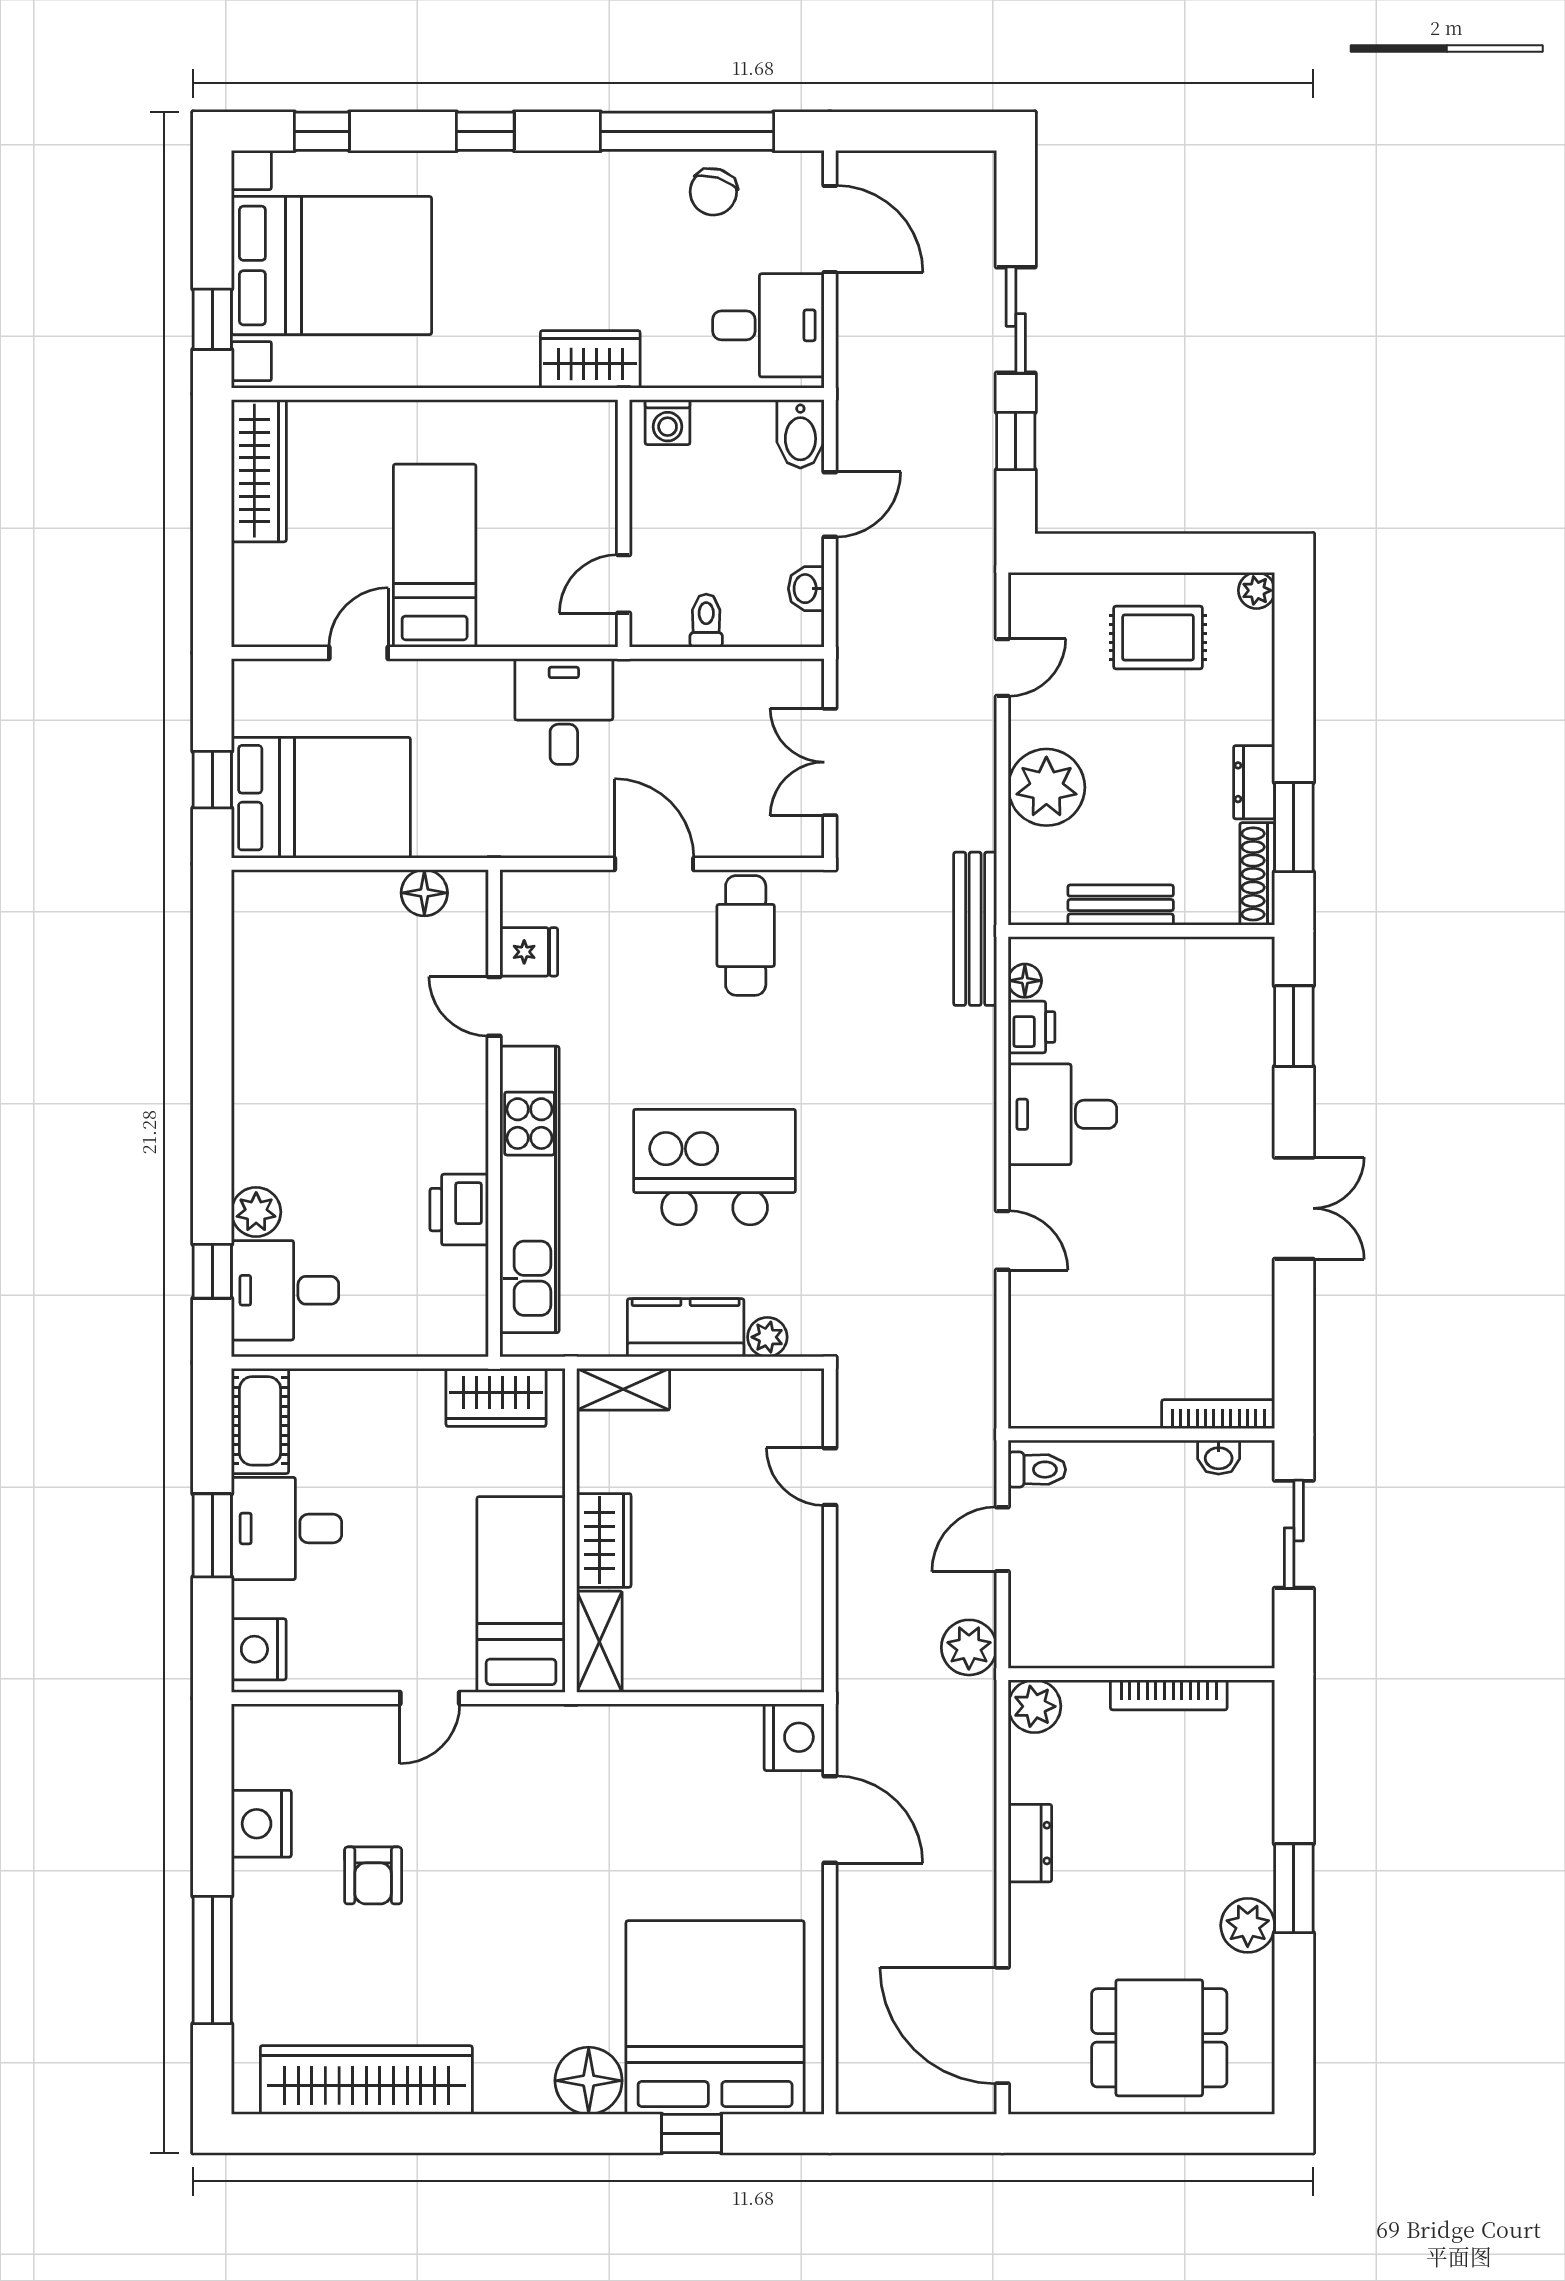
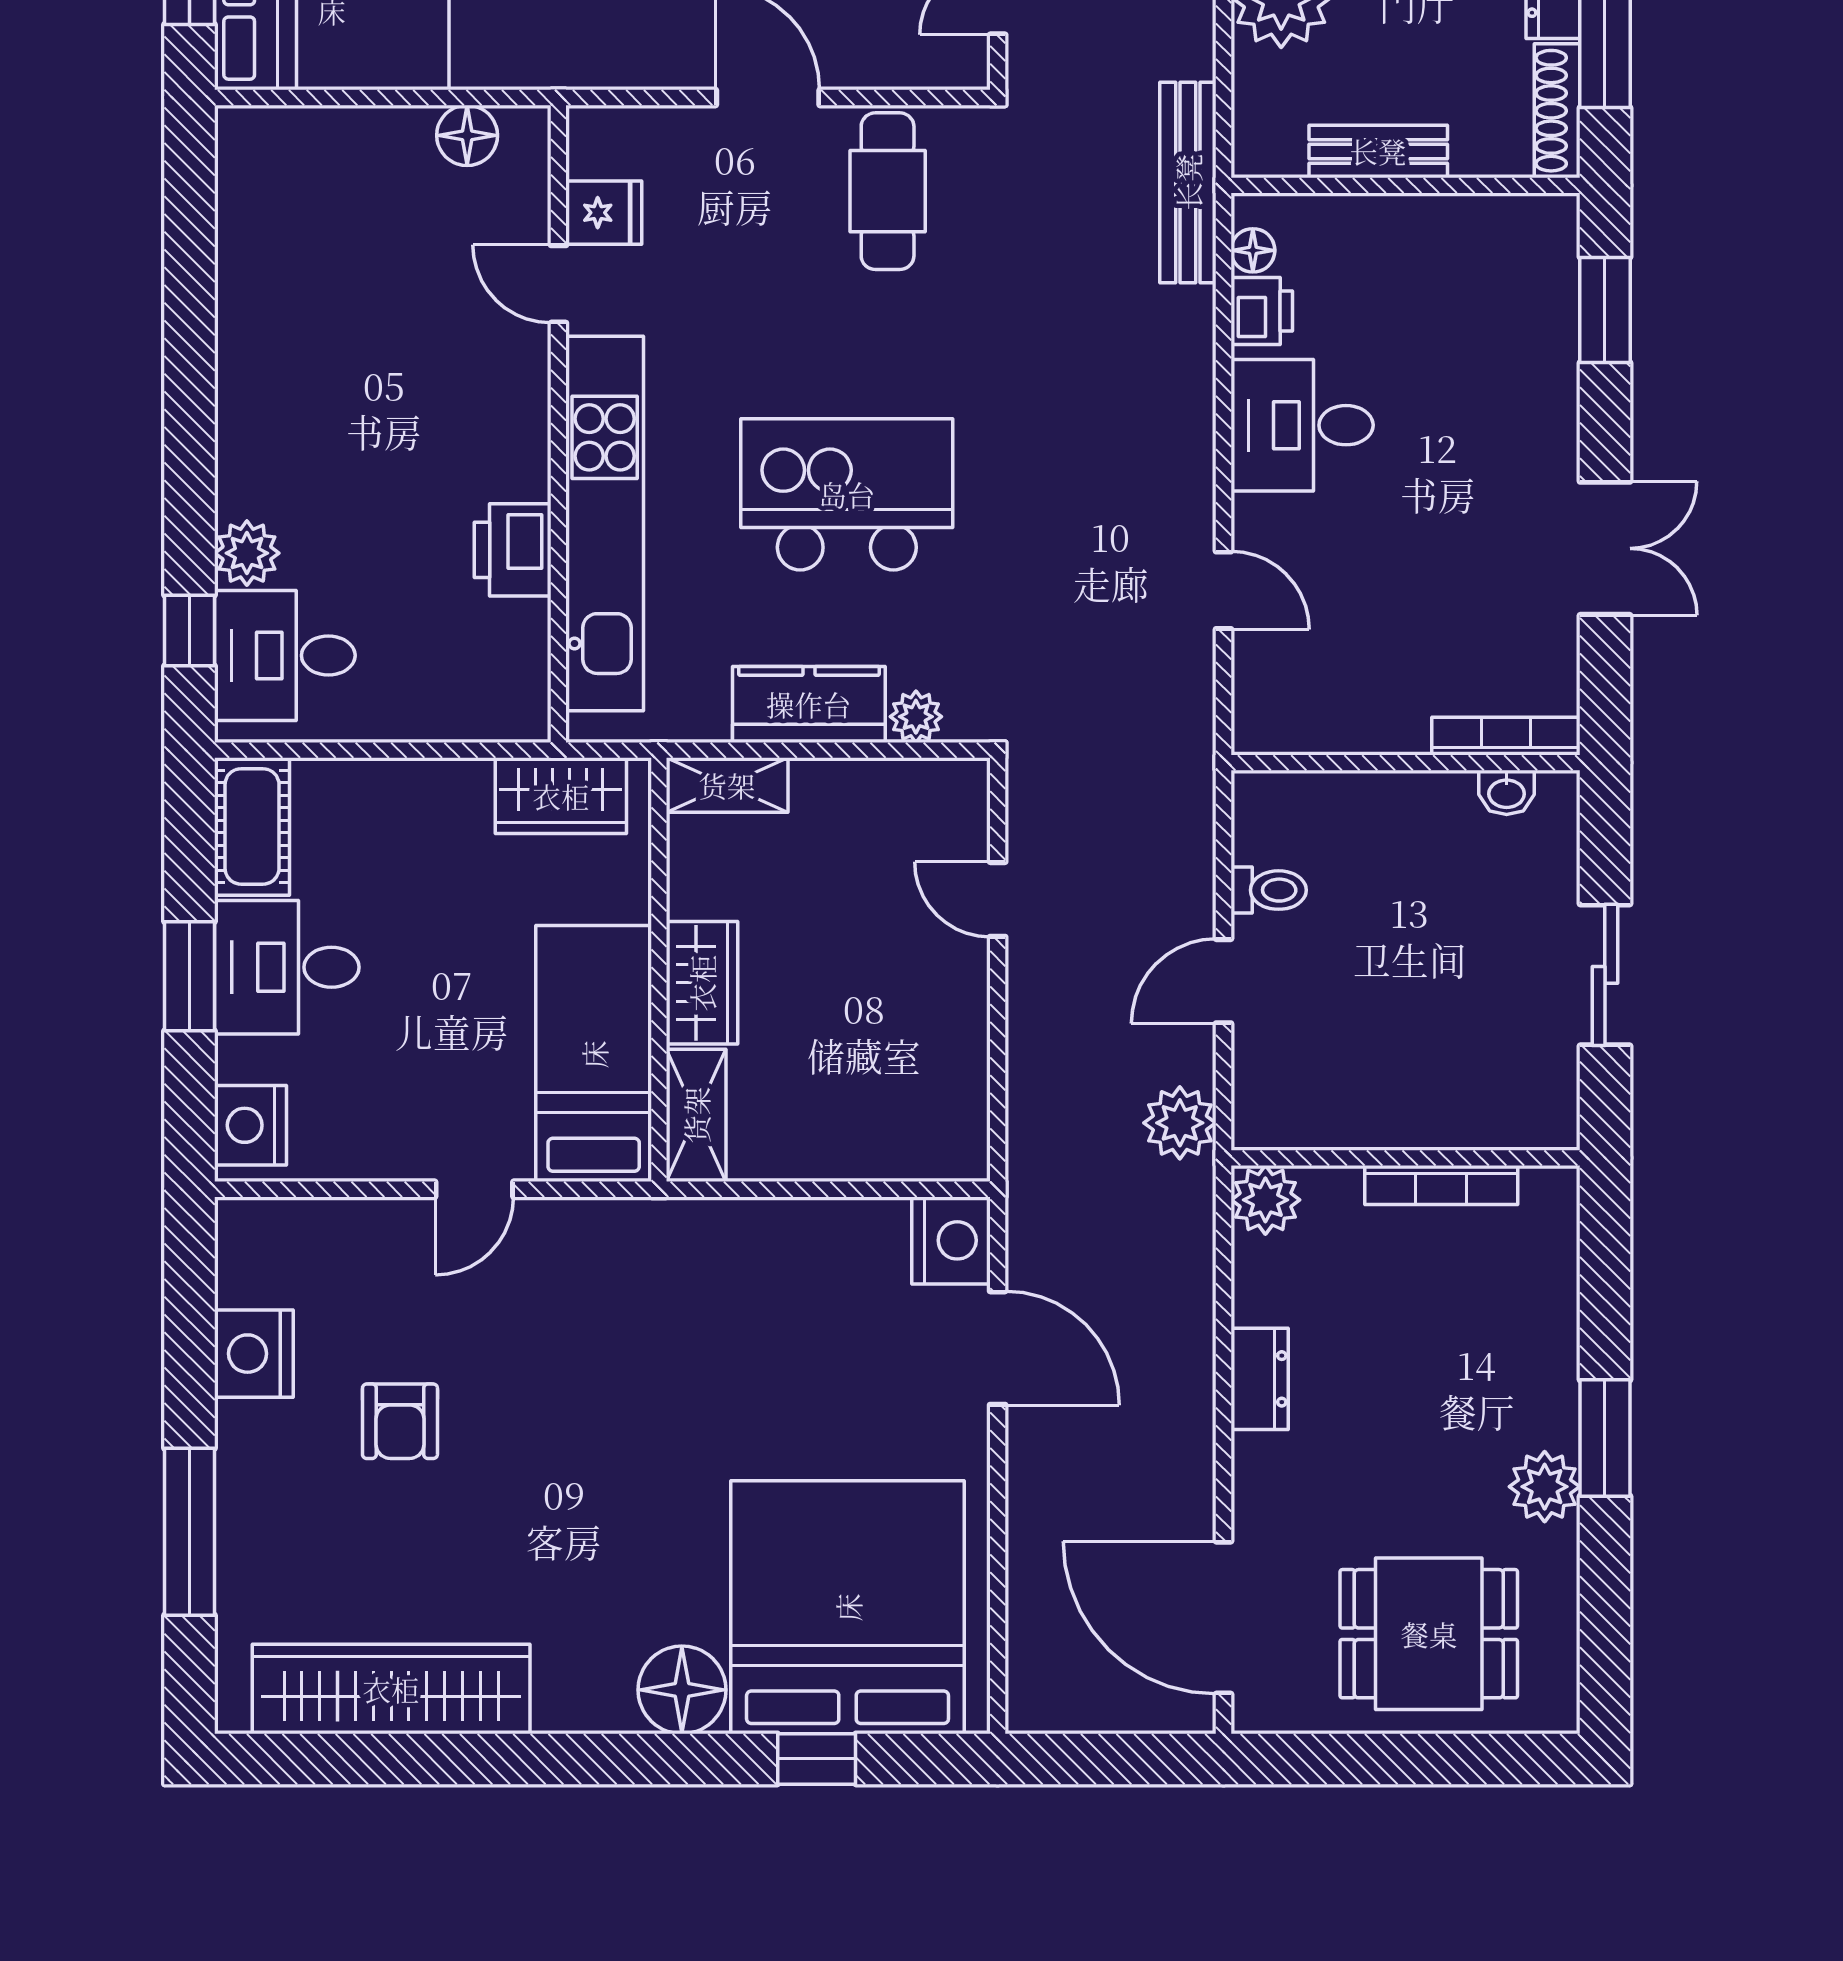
bookcase: (1218, 1414) -> (1506, 736), moved
wall: (1141, 1434) -> (1405, 763), moved
washbasin: (1219, 1457) -> (1507, 792), moved

